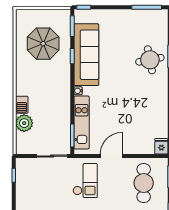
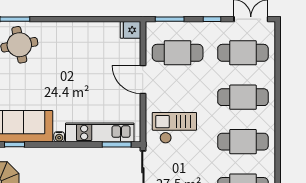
door: (111, 156) -> (143, 79), moved

